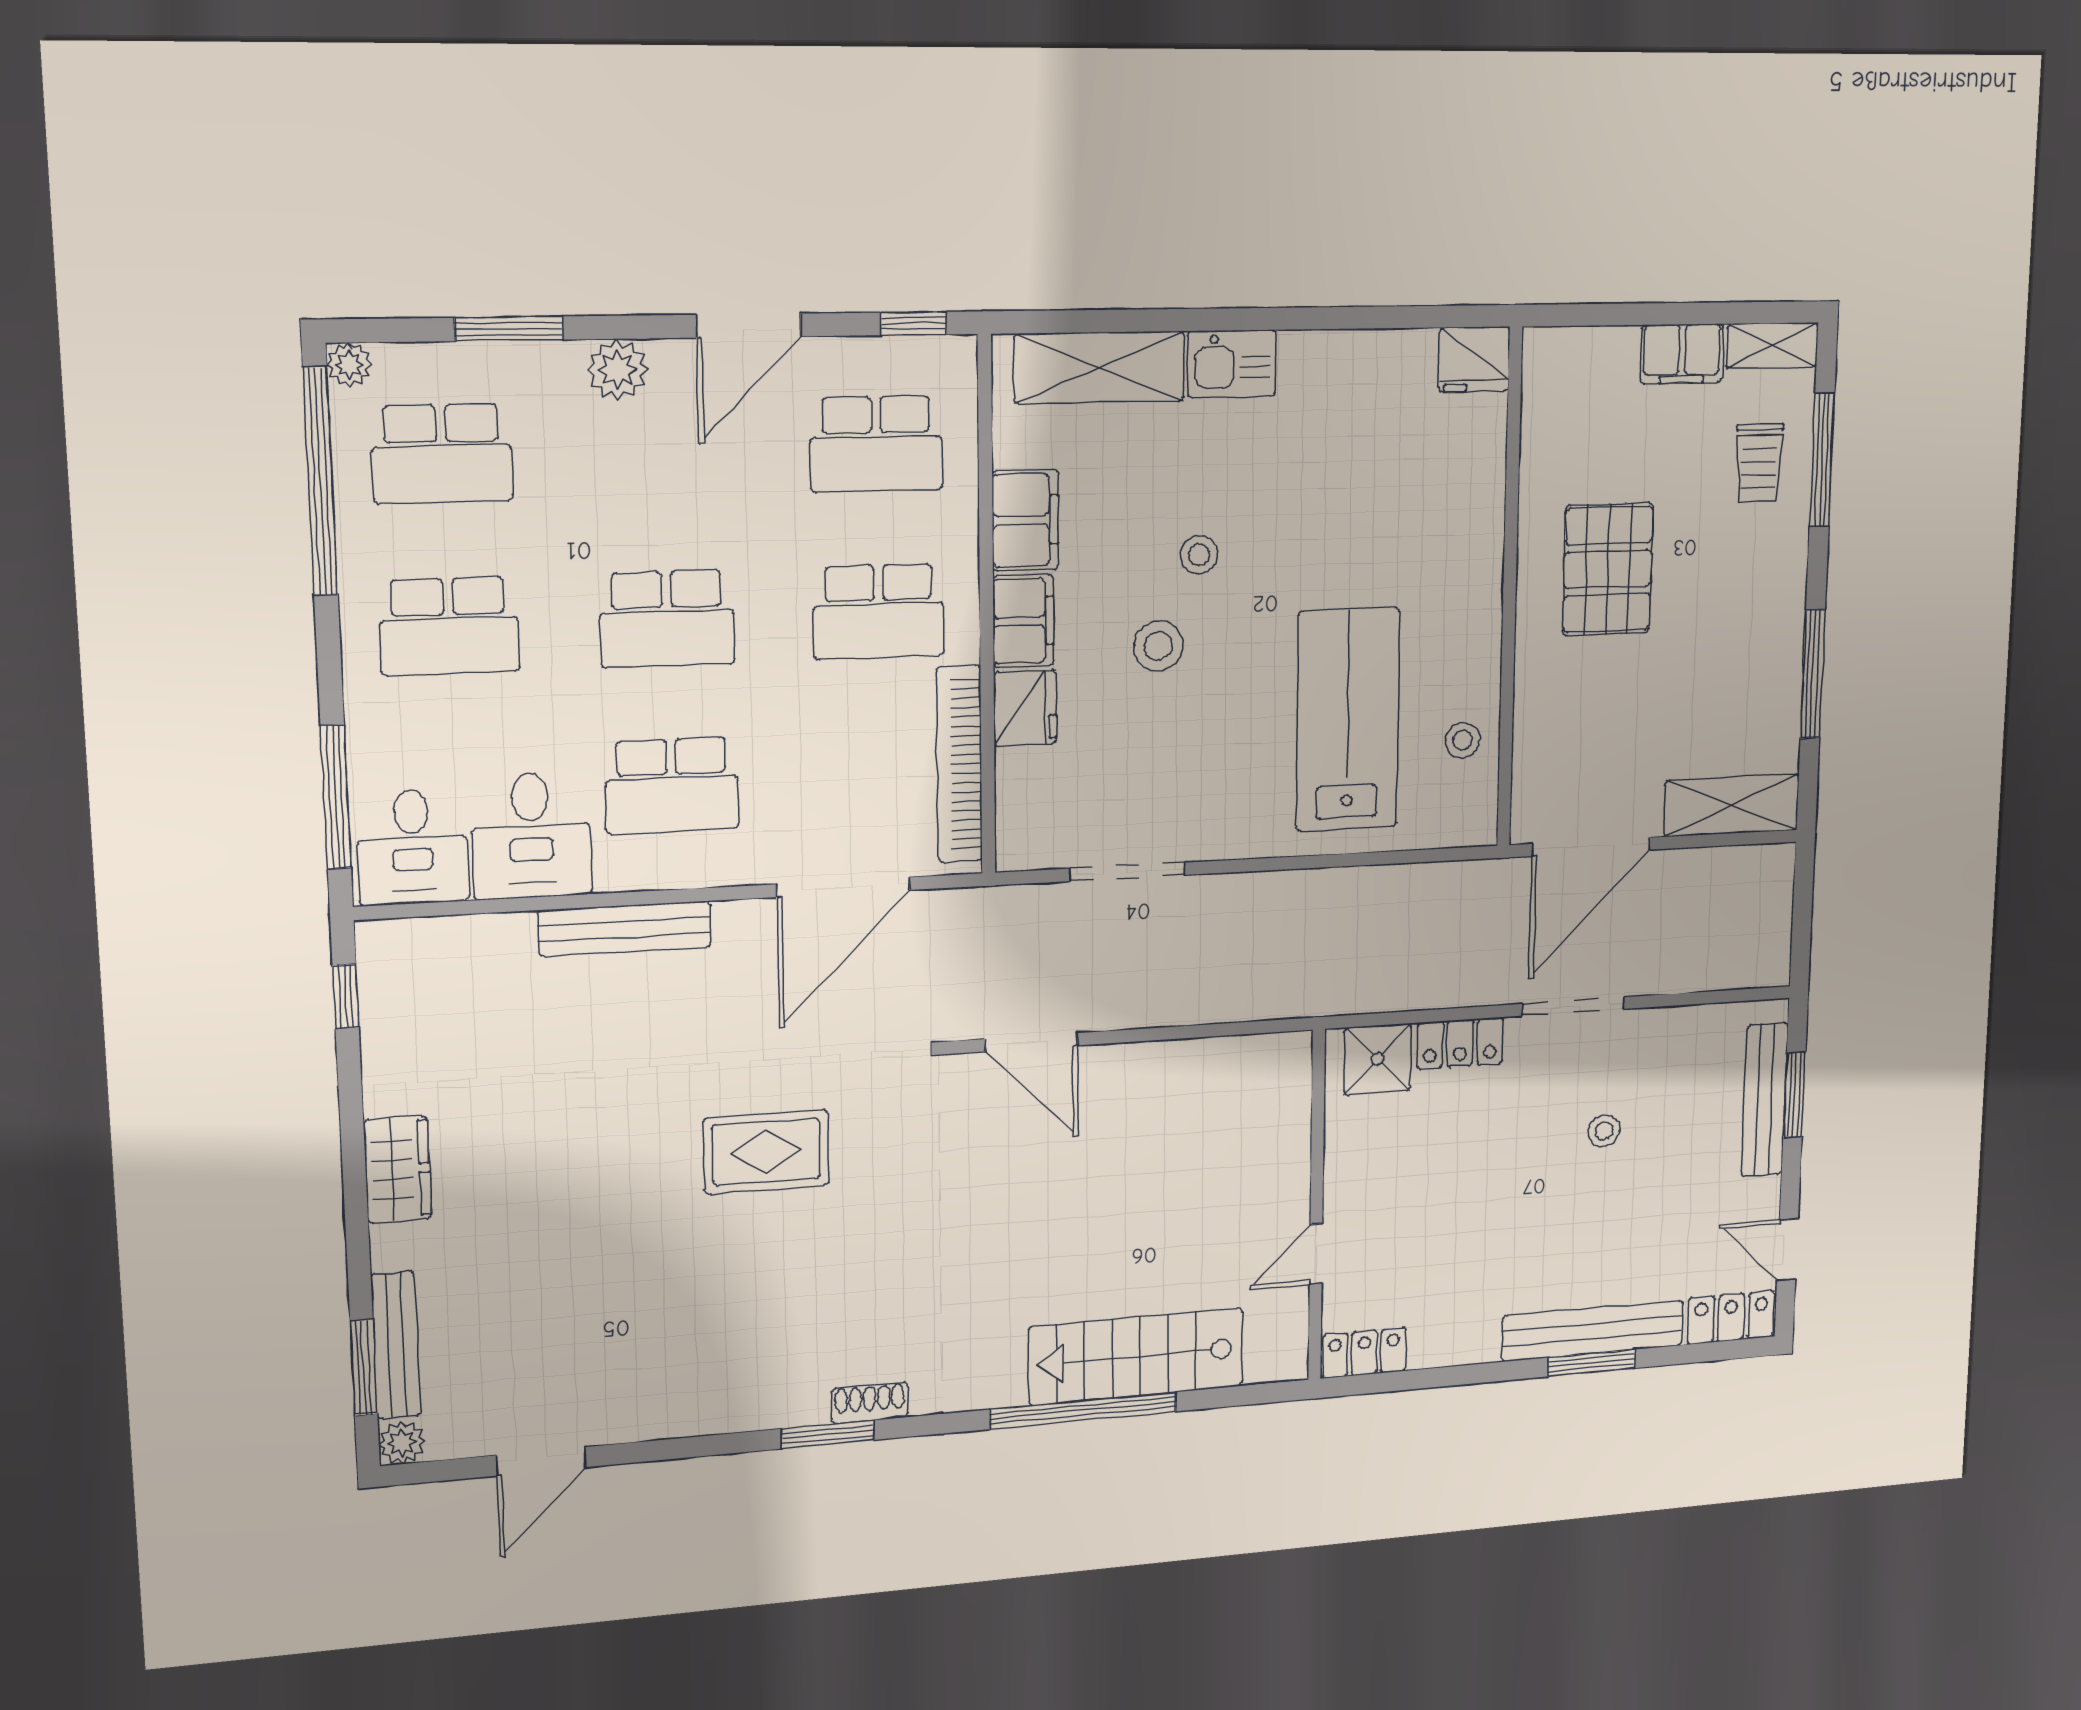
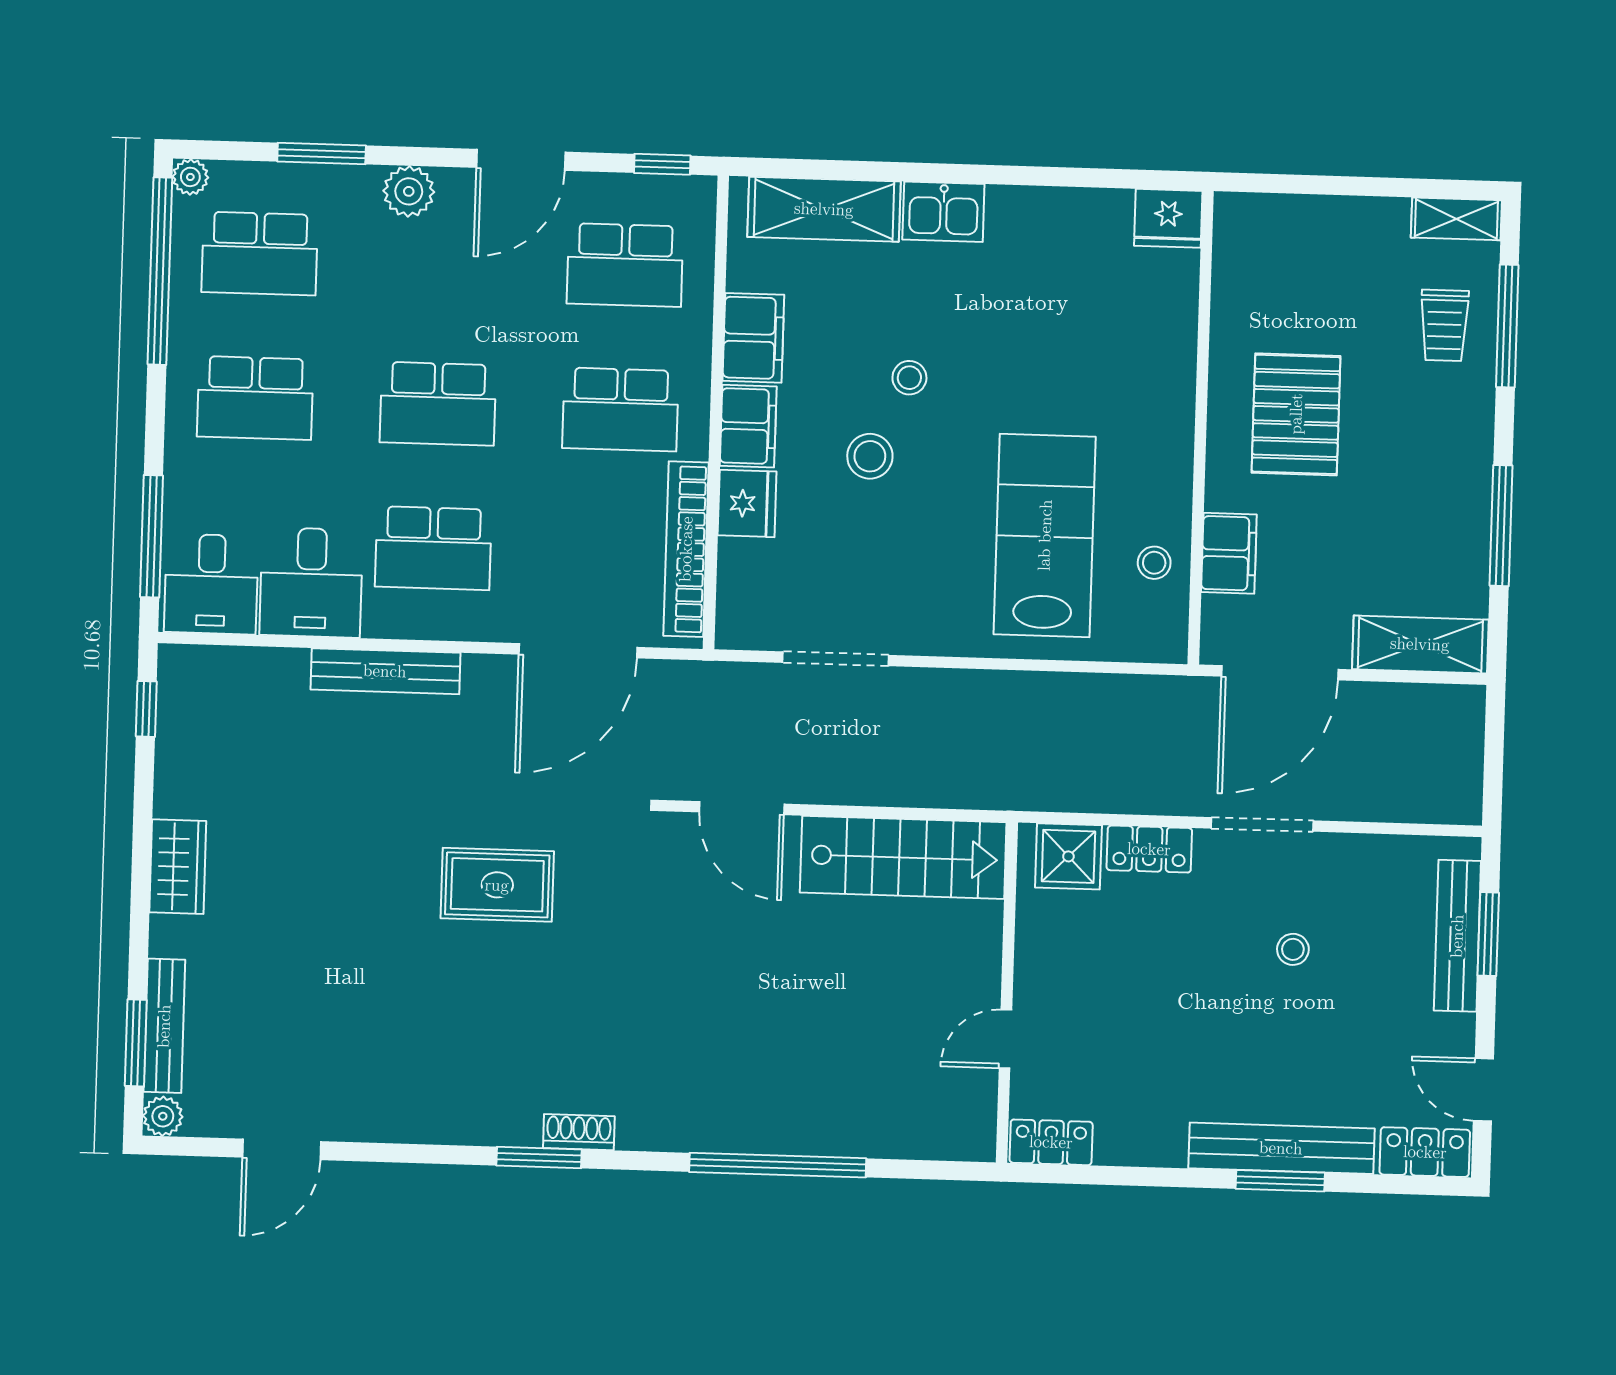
filing cabinet: (1682, 354) -> (1229, 553), moved, turned -90
stairs: (1136, 1357) -> (903, 857), moved, turned 180

